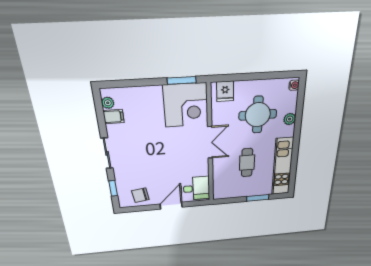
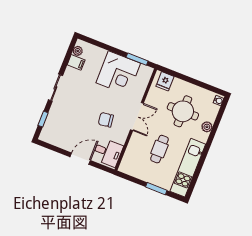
corner desk: (186, 105) -> (118, 73), moved
chair: (140, 195) -> (106, 120), moved

